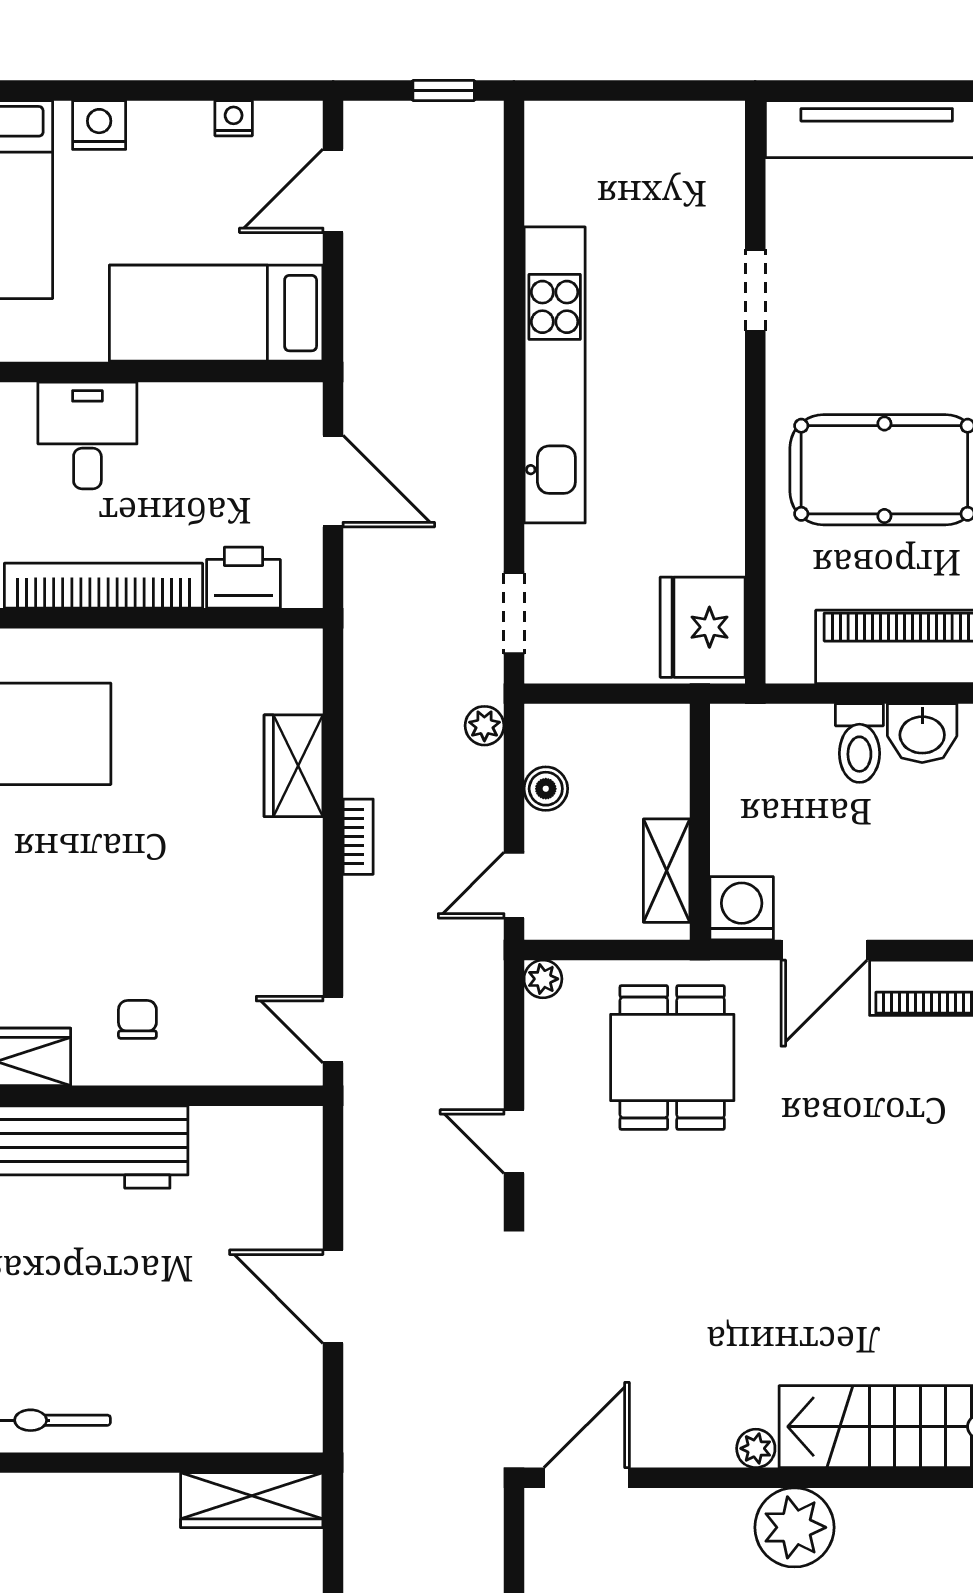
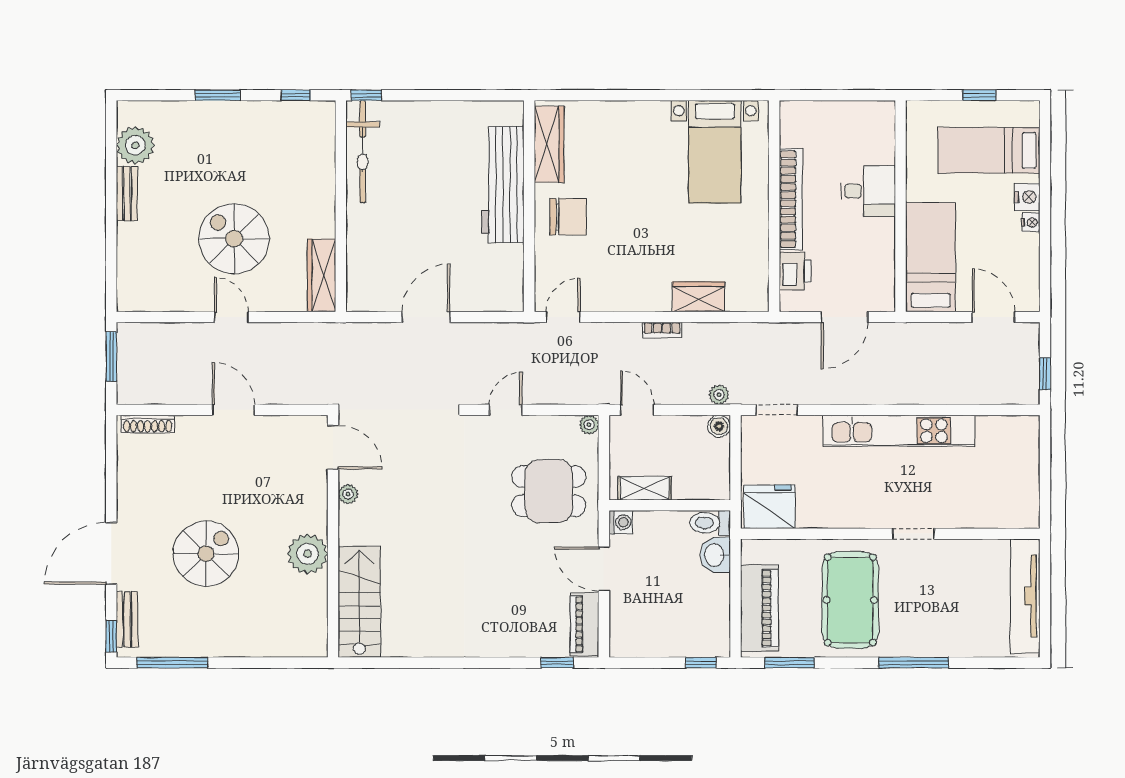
nightstand: (234, 118) -> (1031, 222), moved
doorway: (755, 290) -> (913, 534), moved
washbasin: (922, 733) -> (715, 555), moved
toilet: (859, 743) -> (710, 523), moved
boiler: (546, 789) -> (719, 426), moved
washing machine: (742, 908) -> (621, 522), width x0.73, depth x0.73
chair: (137, 1019) -> (568, 217), width x1.87, depth x1.87
plant: (756, 1448) -> (348, 494), moved

